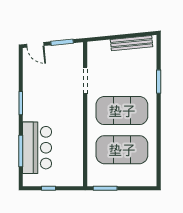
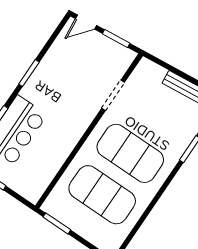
door: (35, 45) -> (86, 22), hinge flipped

